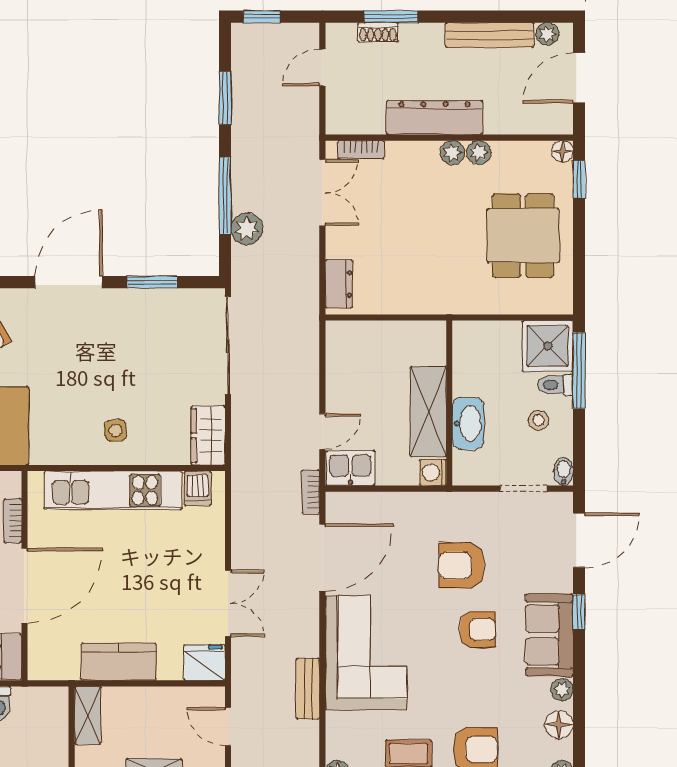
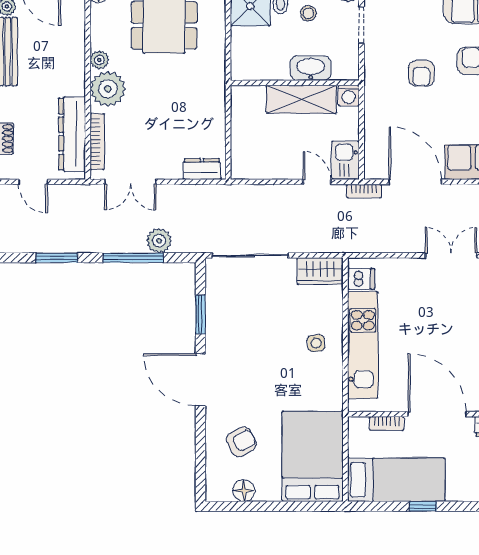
dresser: (434, 118) -> (72, 134), moved
bookcase: (361, 150) -> (97, 142), width x1.56
plant: (452, 153) -> (108, 89), width x1.88, depth x1.88
double door: (322, 192) -> (130, 182), swing flipped
armchair: (462, 565) -> (421, 73), width x0.72, depth x0.72

